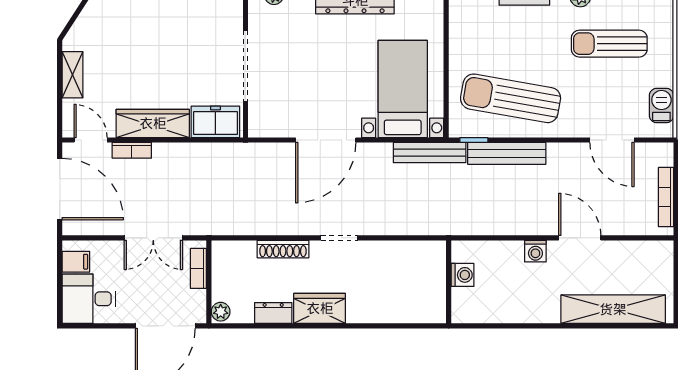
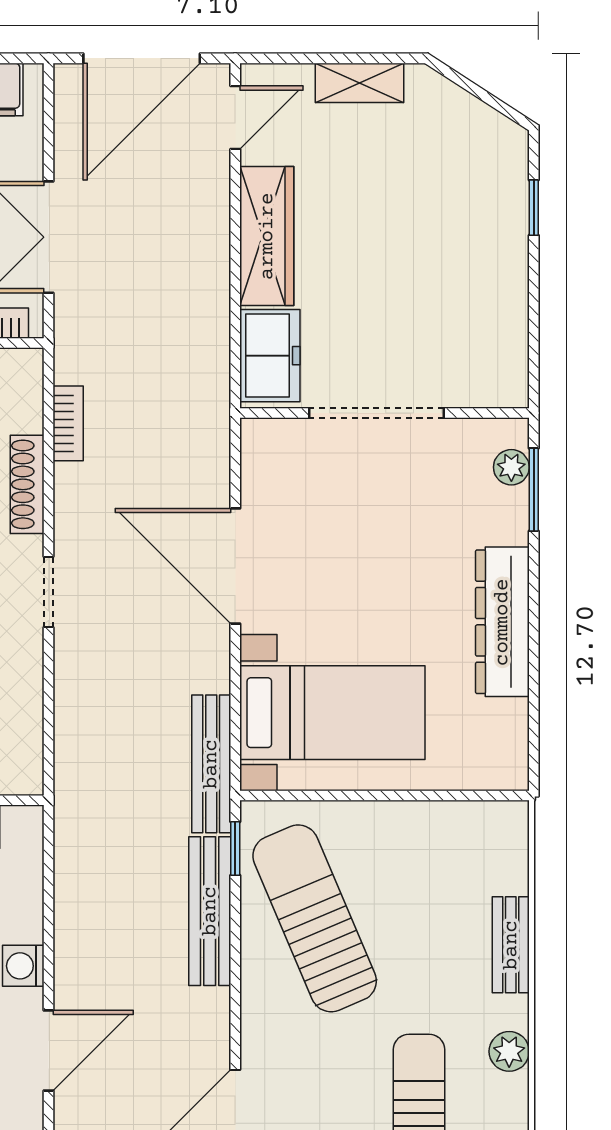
sun lounger: (511, 98) -> (315, 918), turned -33
bookcase: (132, 150) -> (68, 423), moved, turned 180

